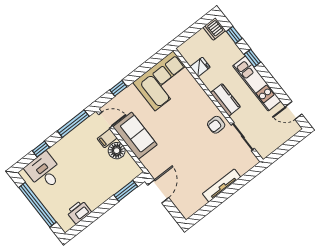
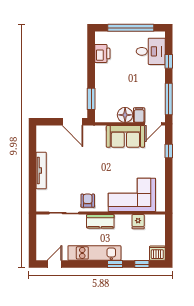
corner sofa: (164, 81) -> (132, 195), moved, turned 90

